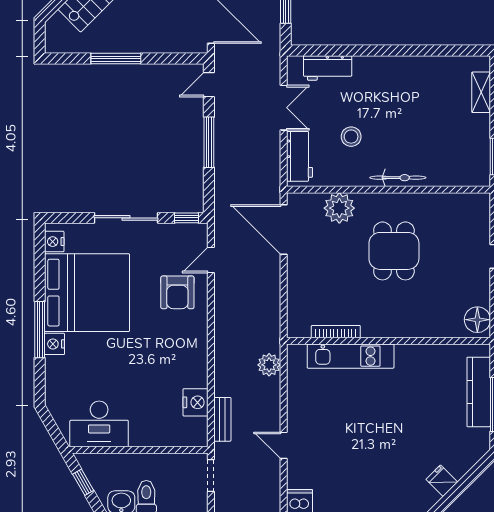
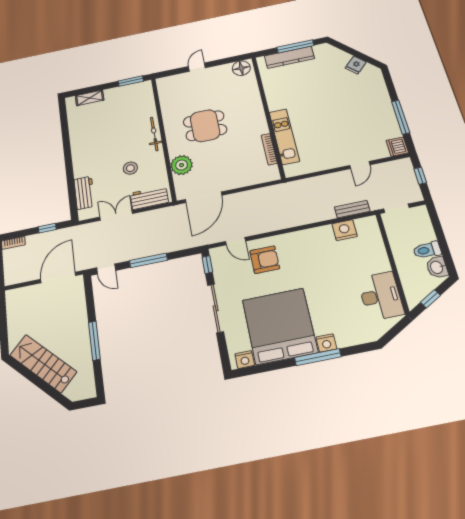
plant: (269, 365) -> (304, 187), removed

